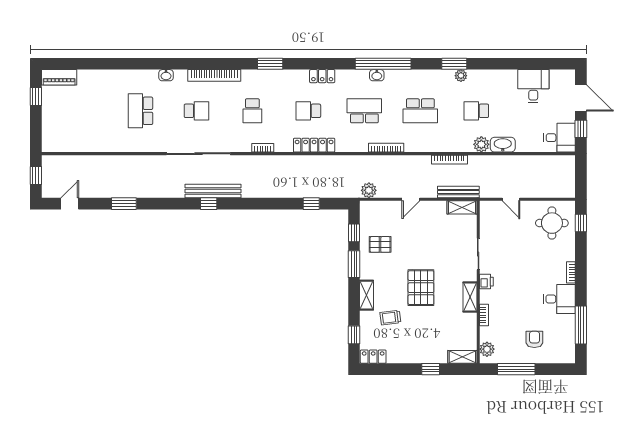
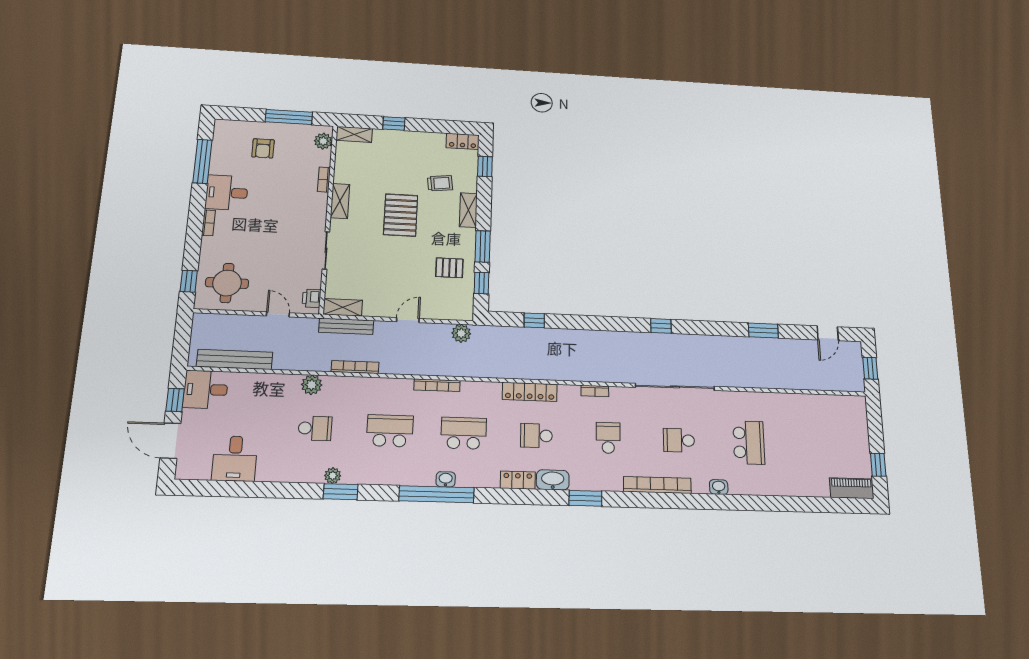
school desk: (308, 111) -> (536, 436), turned 180
school desk: (364, 111) -> (464, 433), turned 180
washbasin: (503, 145) -> (553, 480), moved, turned 180
bench: (213, 191) -> (235, 359), moved
printer: (486, 282) -> (312, 298), moved

